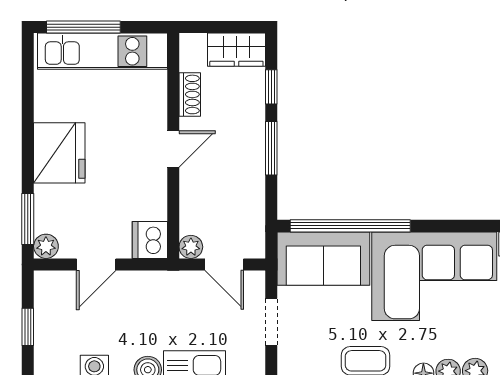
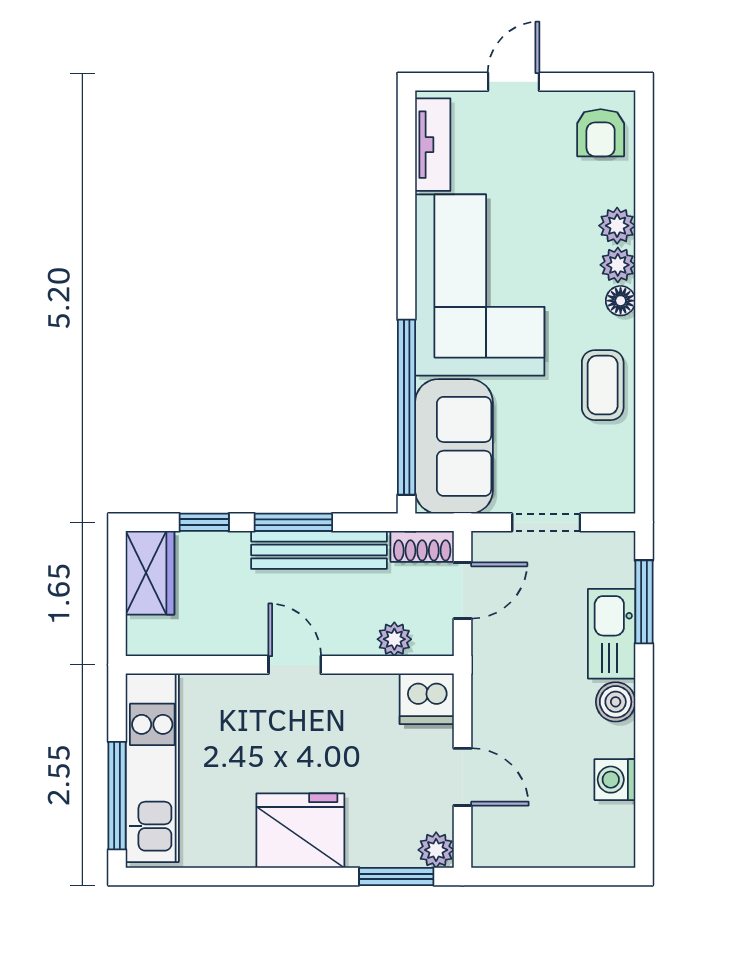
shoe rack: (190, 94) -> (422, 546), moved, turned 180
bench: (252, 166) -> (319, 550), added
plant: (191, 247) -> (394, 639), moved
window: (28, 327) -> (553, 876), removed

